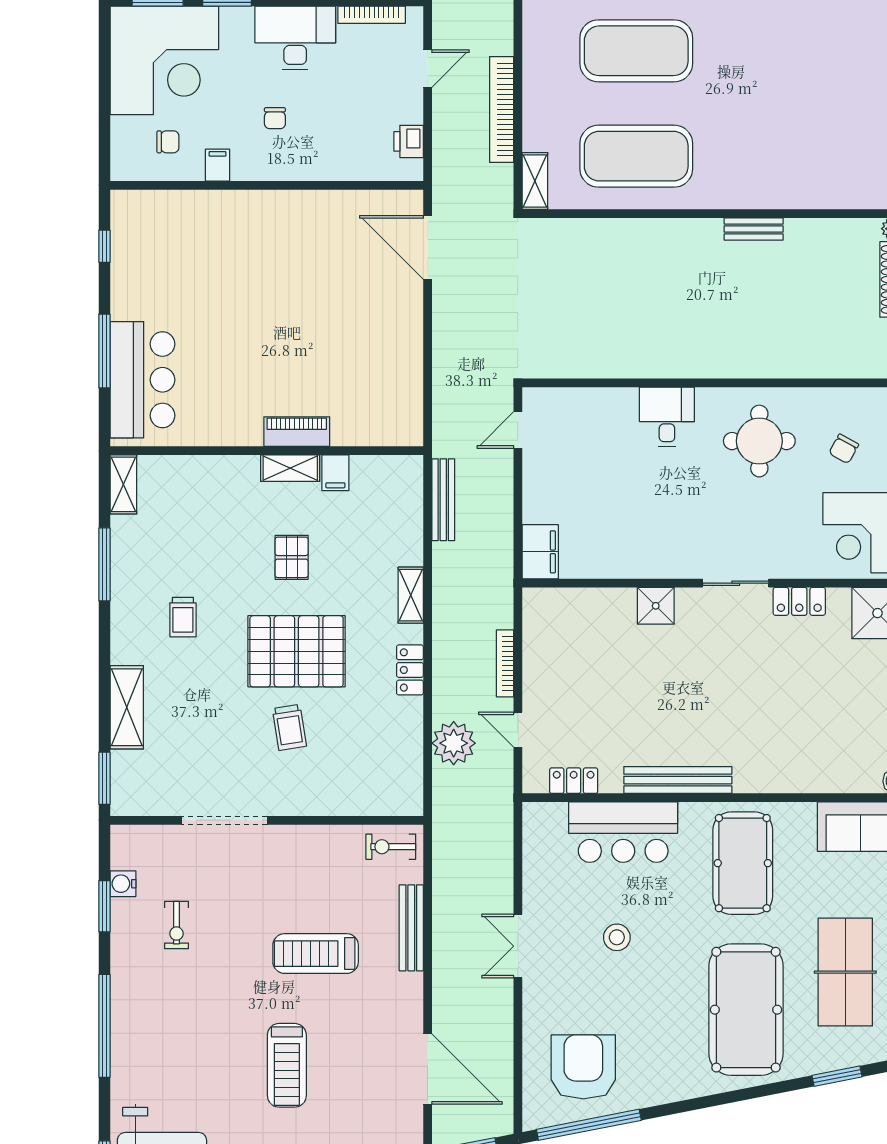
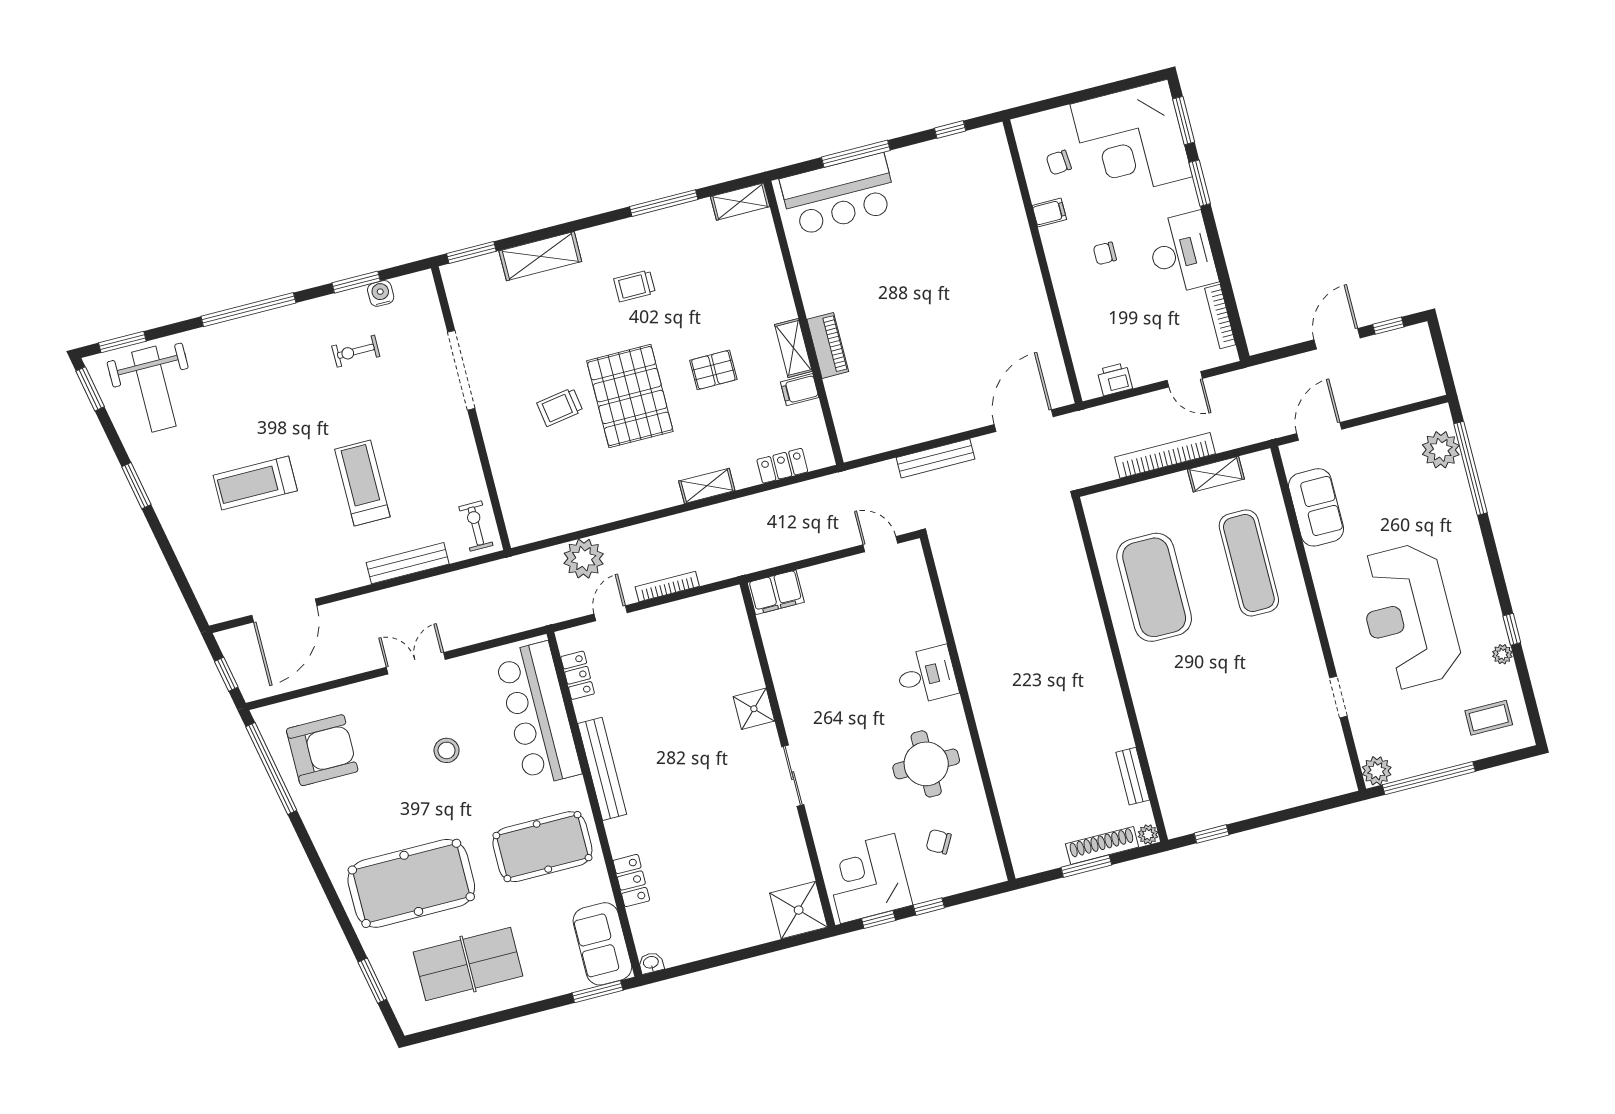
exercise mat: (636, 51) -> (1249, 563), width x0.68
chair: (168, 142) -> (1059, 163), turned 86
shelving: (535, 181) -> (1216, 474), moved
bench: (754, 229) -> (1133, 776), moved
bench: (443, 500) -> (935, 458), moved
locker: (799, 601) -> (631, 881), moved, turned 180
locker: (410, 670) -> (782, 466), moved
bar counter: (623, 832) -> (538, 714), width x1.36

